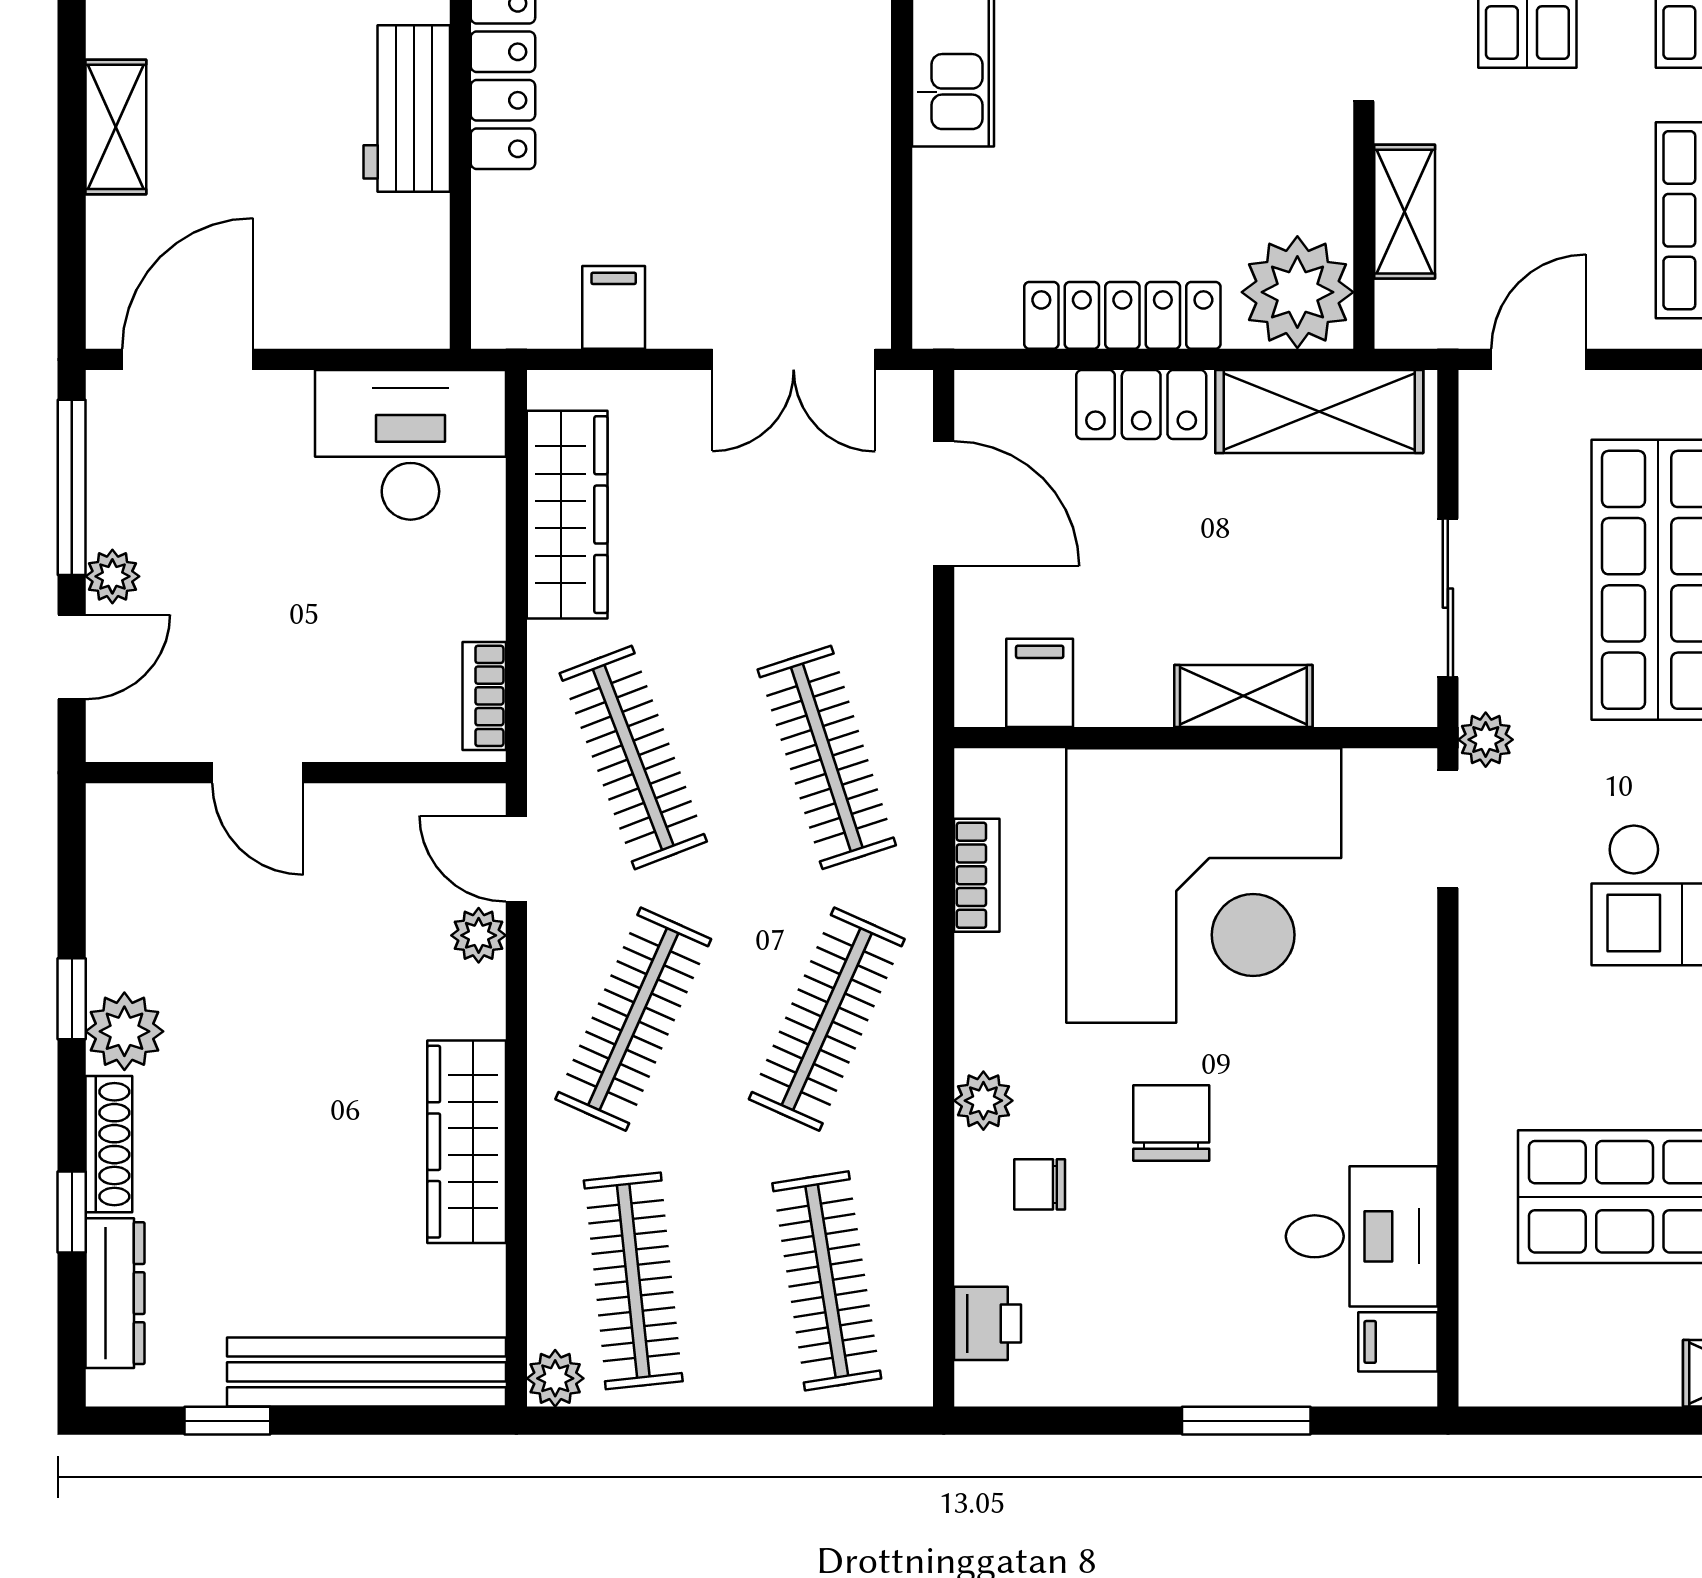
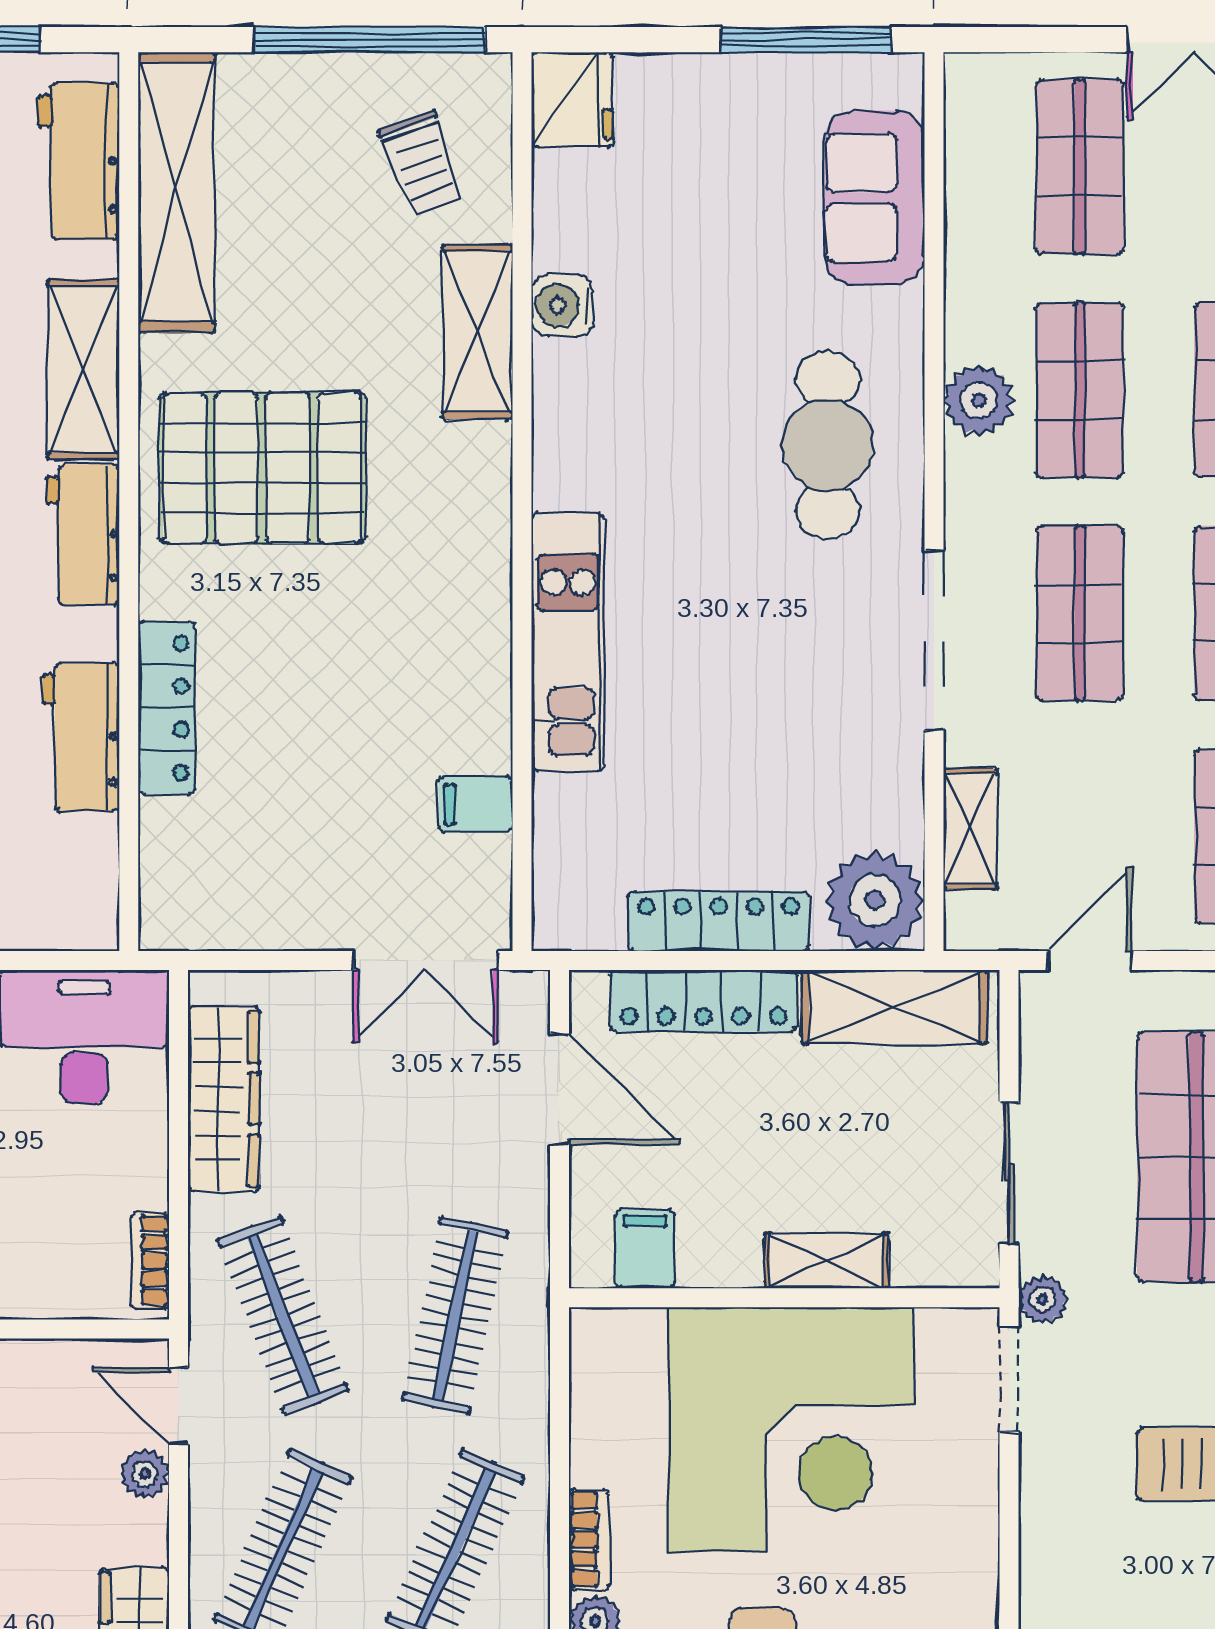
filing cabinet: (614, 307) -> (476, 804), moved, turned -90
locker: (1141, 405) -> (703, 1001), width x1.53
clothes rail: (827, 757) -> (455, 1315), turned 30
bookcase: (977, 875) -> (589, 1540), moved

